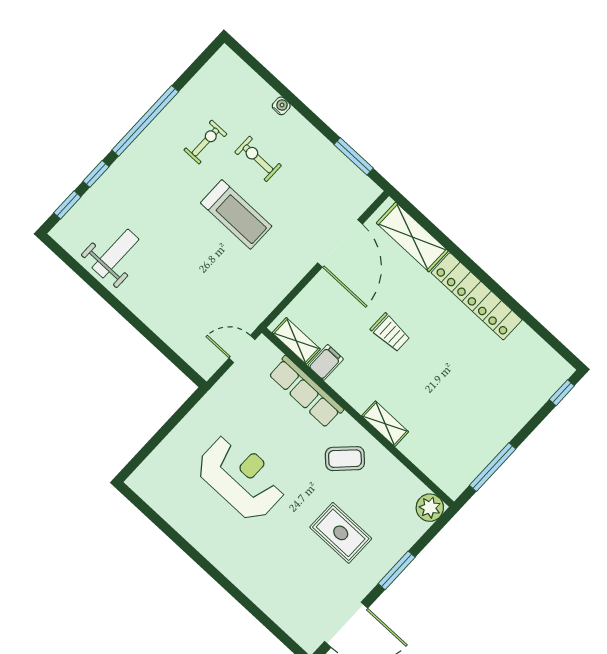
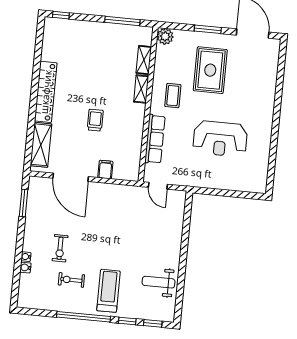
water cooler: (267, 94) -> (25, 268), added
treadmill: (236, 215) -> (108, 291), moved
door: (340, 243) -> (71, 177), swing flipped
shelving: (296, 341) -> (144, 60), moved
filing cabinet: (326, 362) -> (105, 170), moved, turned 90
coffee table: (345, 459) -> (173, 96), turned 45
reception desk: (241, 477) -> (220, 139), turned -90
rug: (341, 533) -> (210, 70), width x1.36, depth x1.43

